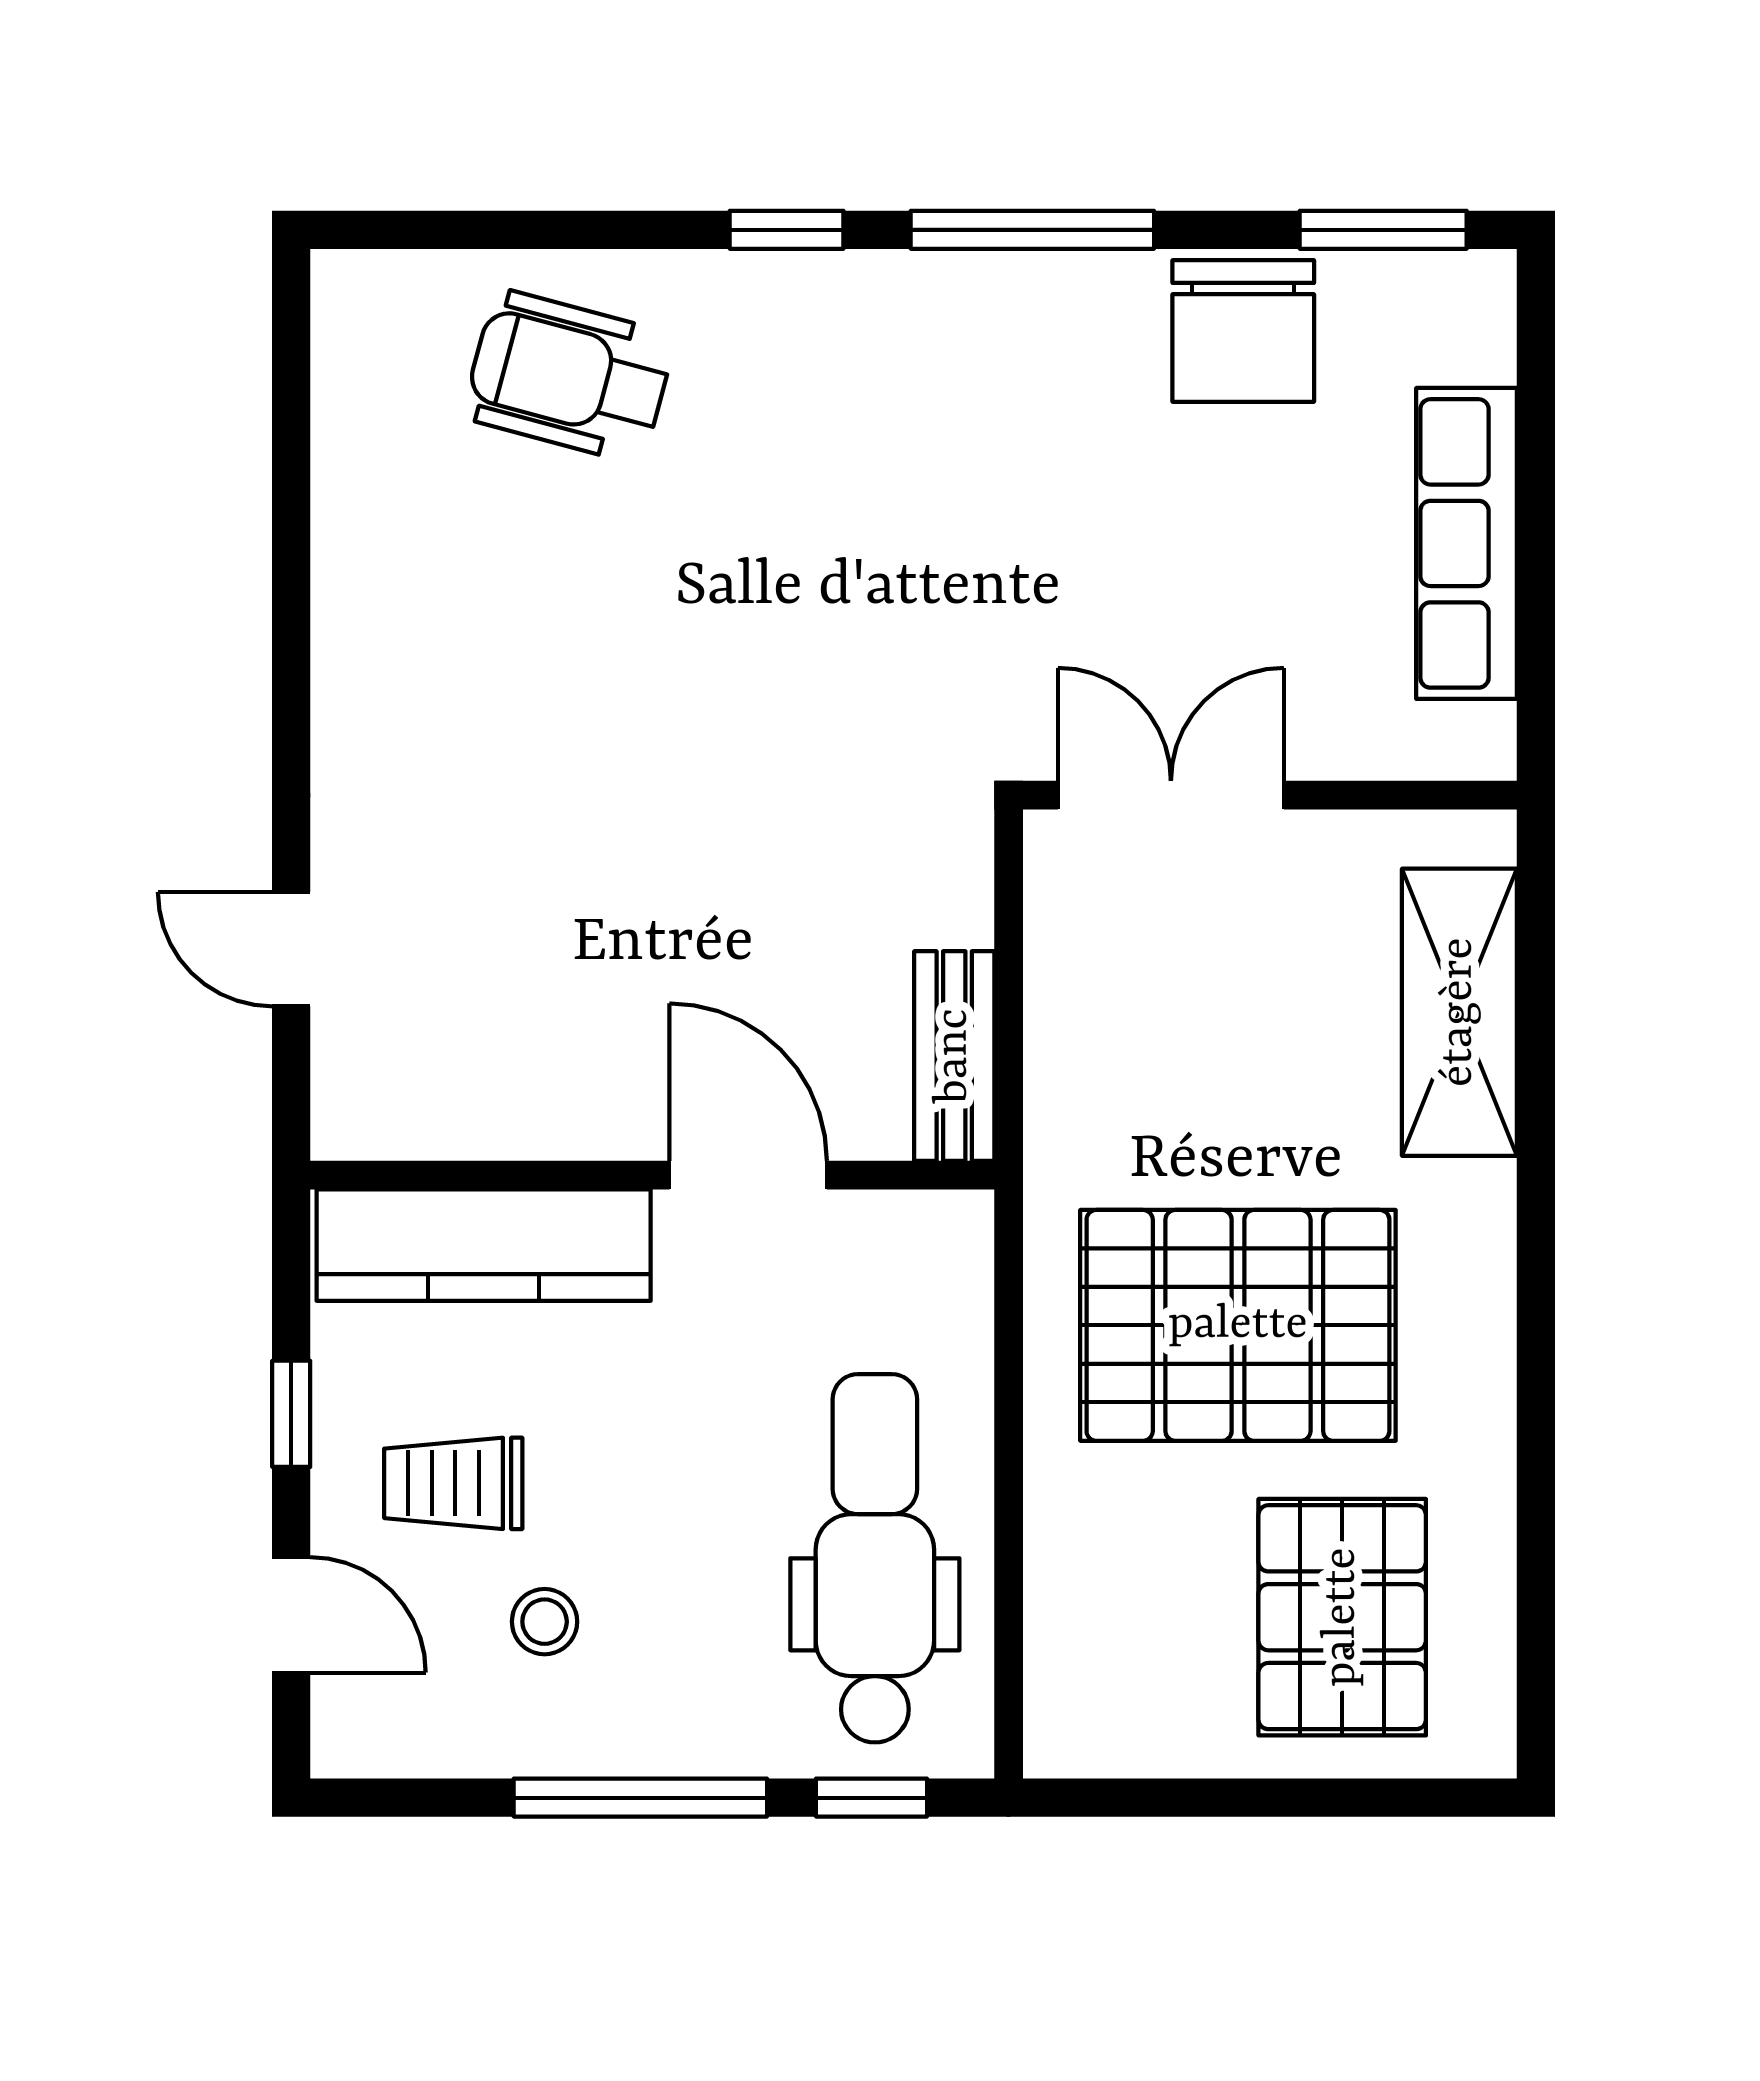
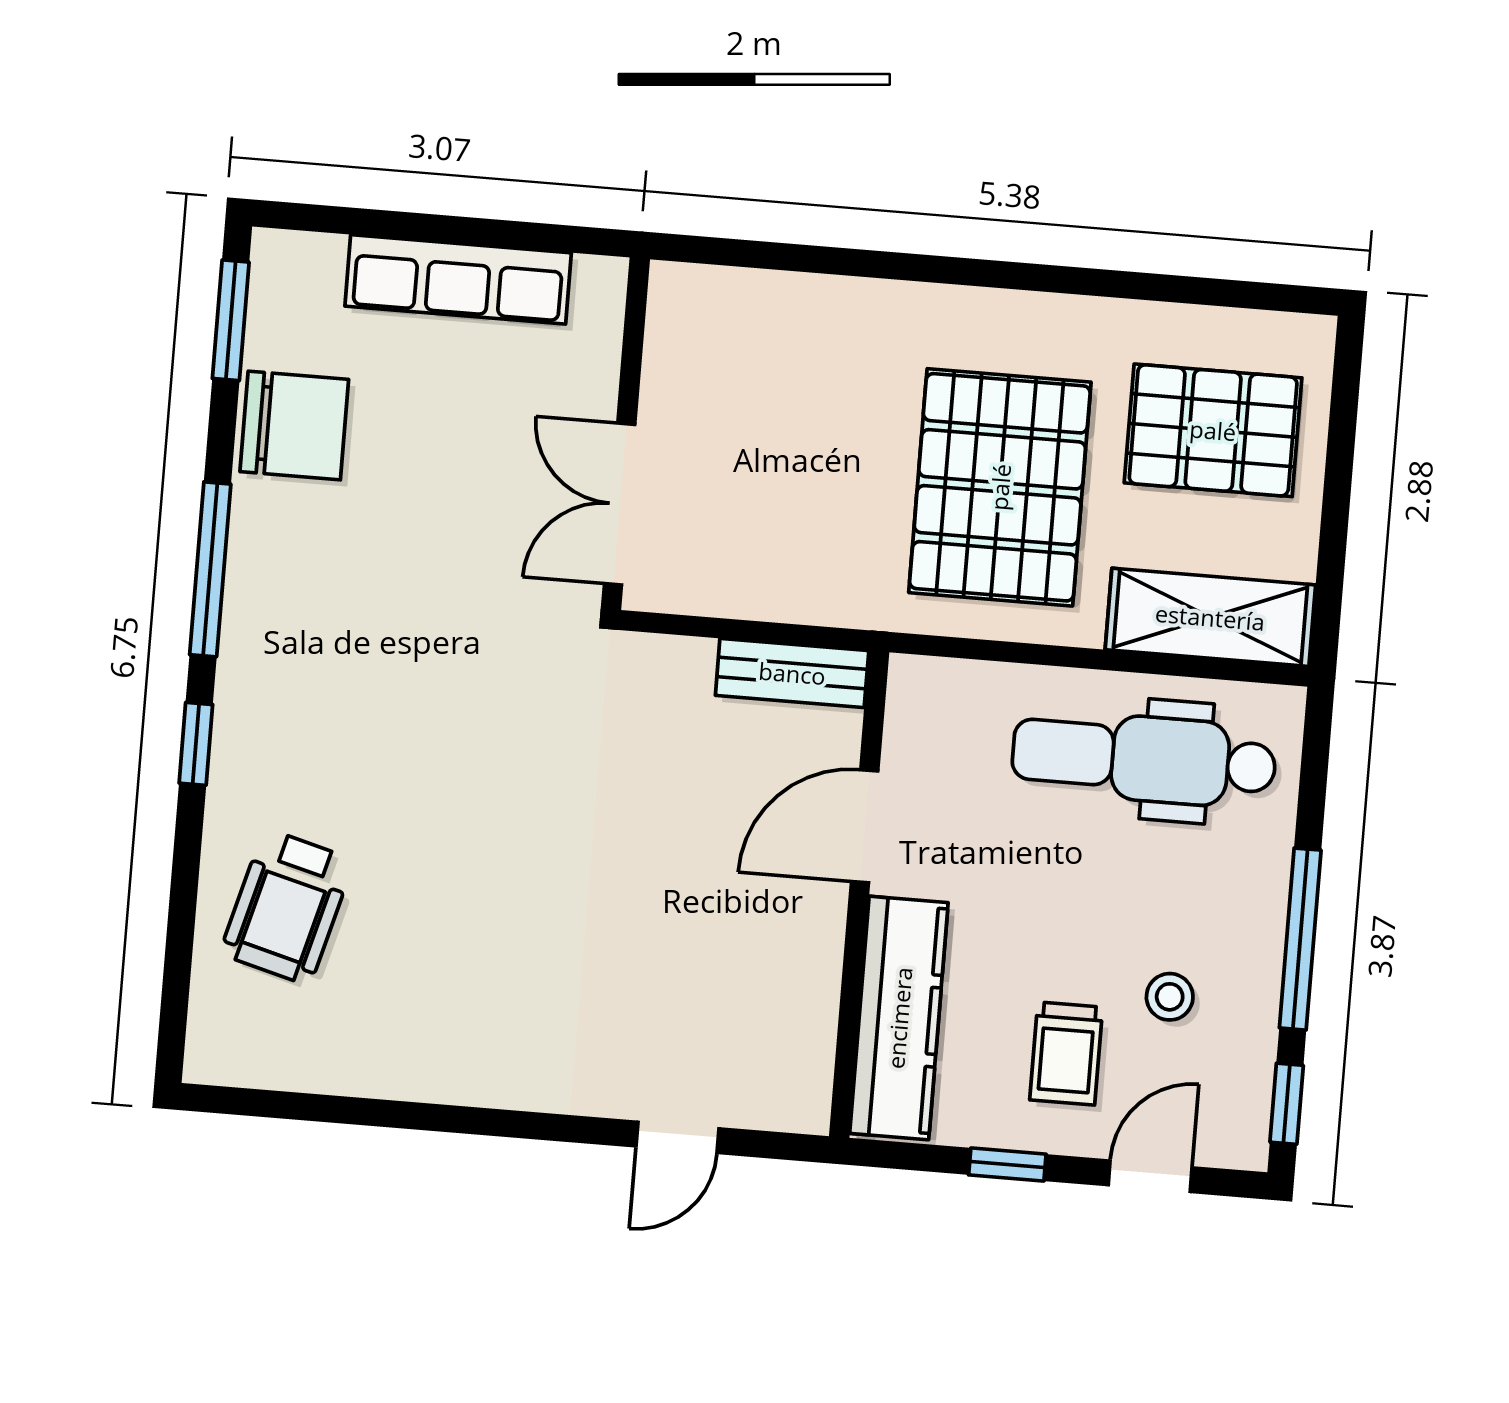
shelving: (1459, 1012) -> (1210, 617), moved
window: (871, 1798) -> (1287, 1104), moved

